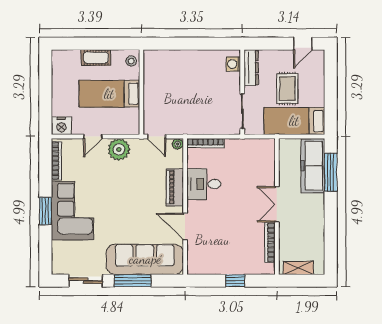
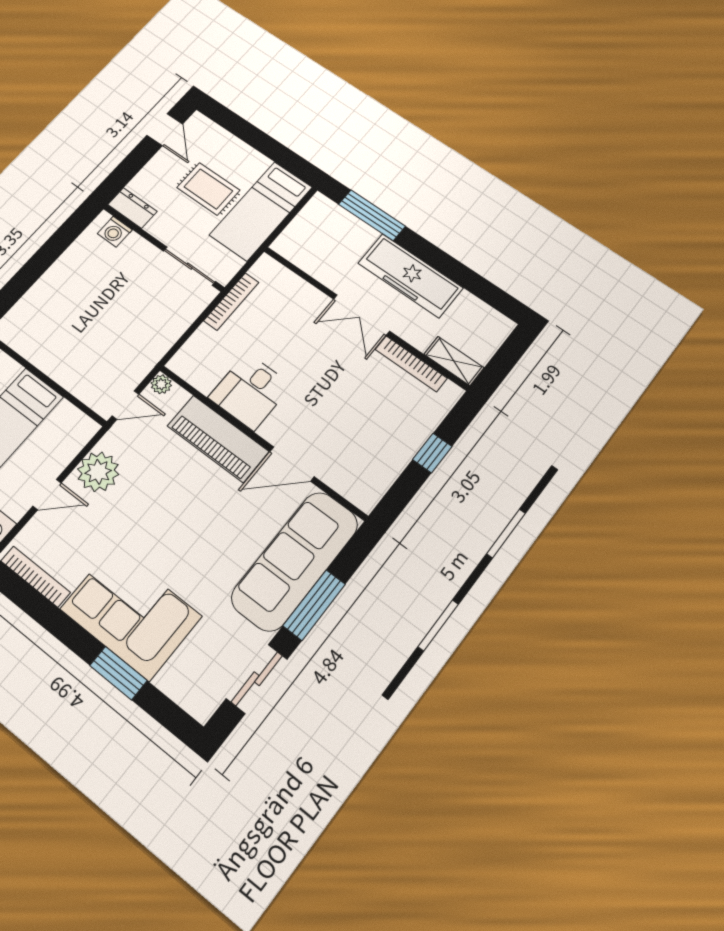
dresser: (251, 68) -> (132, 208), width x0.70
door: (93, 137) -> (47, 495), hinge flipped
bookcase: (205, 143) -> (231, 302), moved
freezer: (313, 166) -> (410, 276), moved
piano: (175, 187) -> (218, 439), width x1.37, depth x1.33
window: (45, 211) -> (118, 673), moved
shelving: (298, 268) -> (454, 361), moved, turned 90

